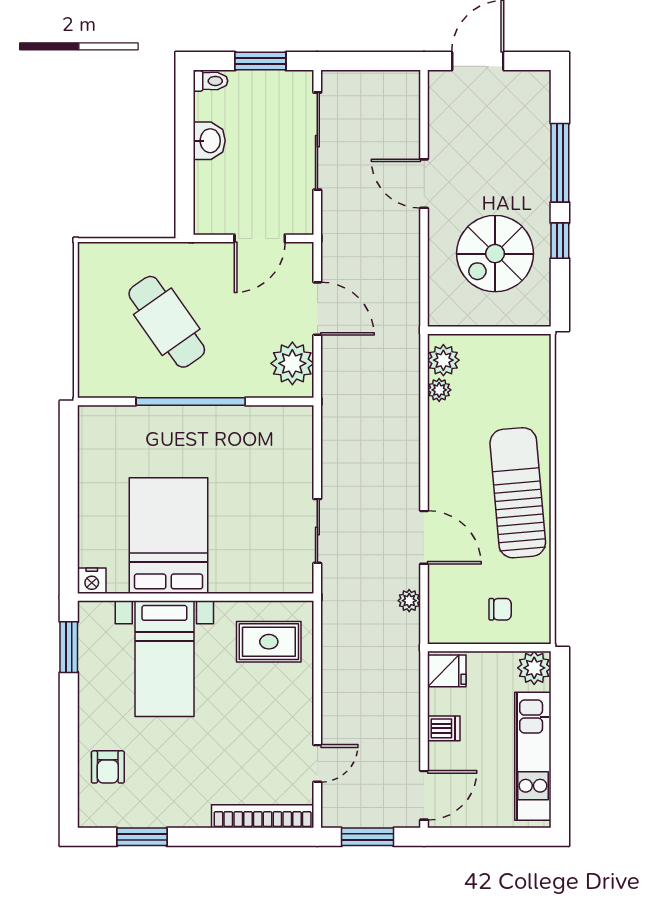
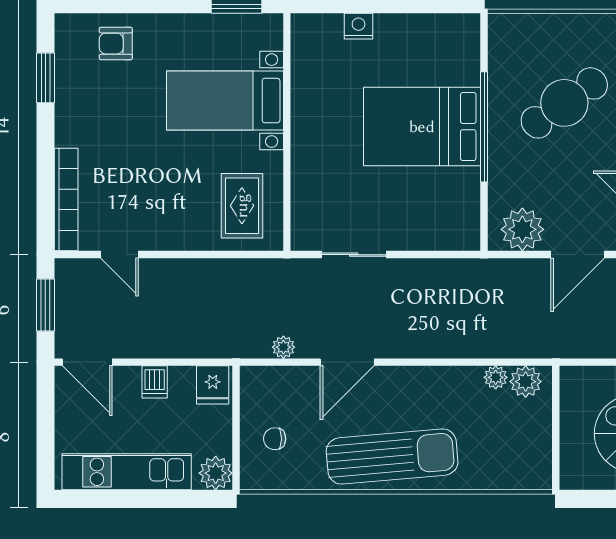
bed: (169, 536) -> (422, 127), moved, turned 180
nightstand: (92, 581) -> (359, 26), moved, turned 90
chair: (500, 609) -> (275, 439), turned 90

